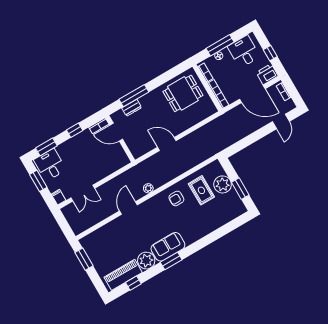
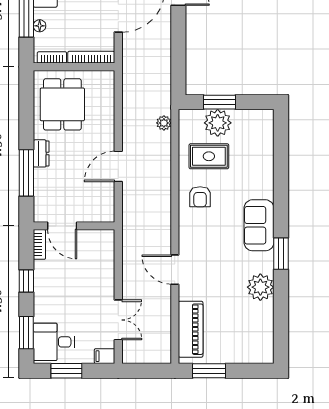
dresser: (132, 108) -> (41, 153), moved
door: (116, 132) -> (62, 226), hinge flipped
plant: (148, 188) -> (164, 123), moved
window: (240, 189) -> (219, 102), moved
sofa: (168, 247) -> (259, 225), moved
piano: (123, 275) -> (191, 329), moved, turned 180
window: (133, 283) -> (281, 323), removed

